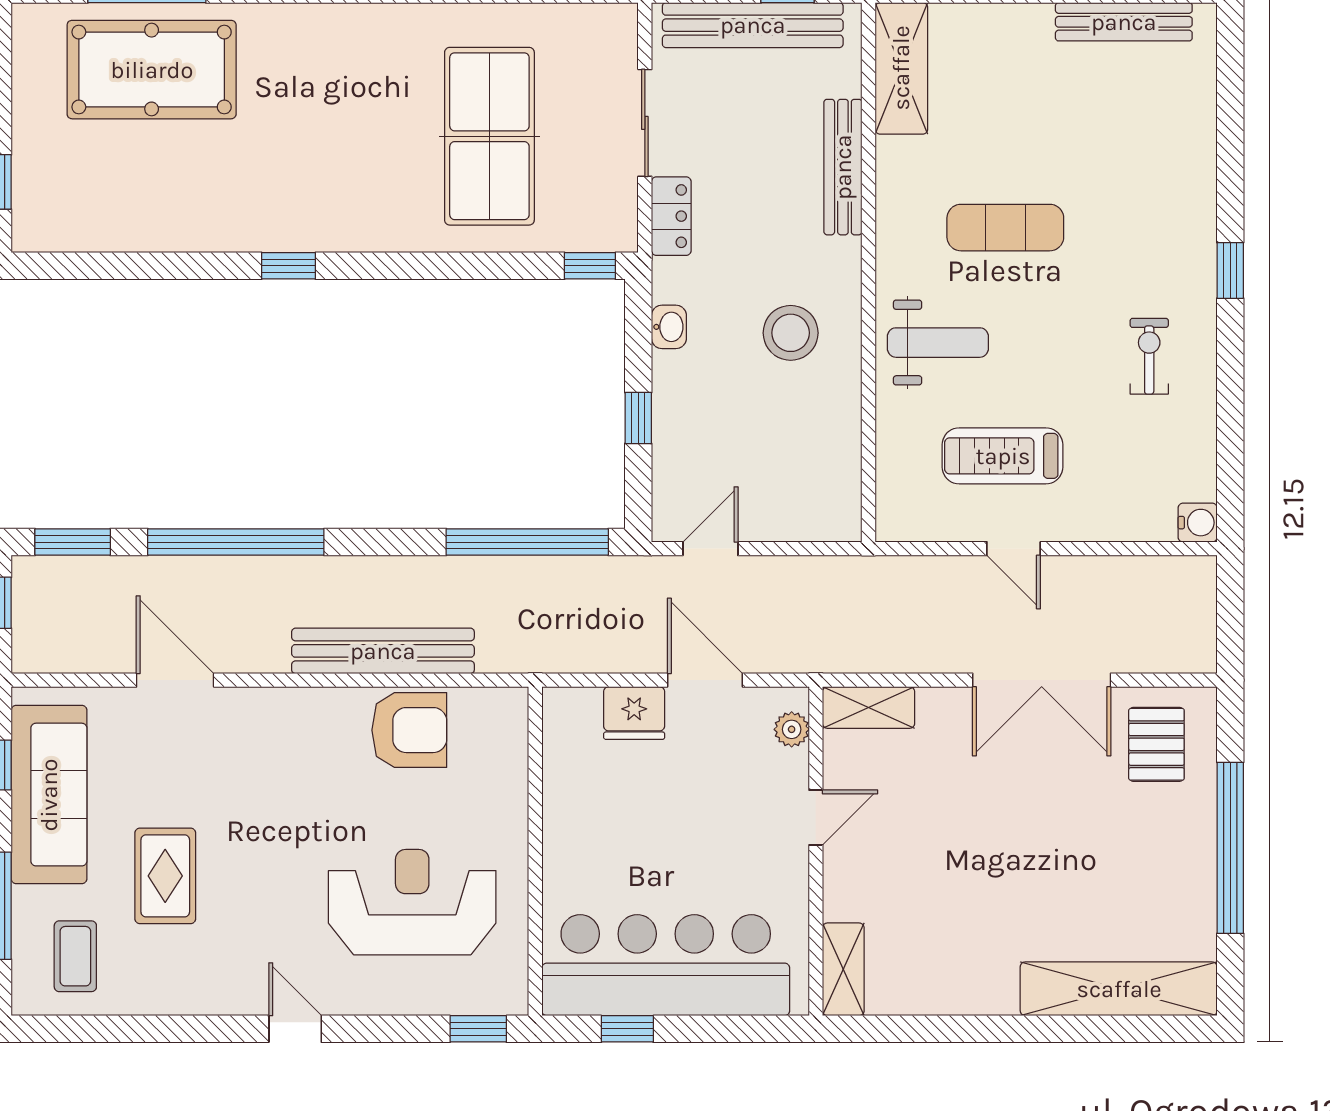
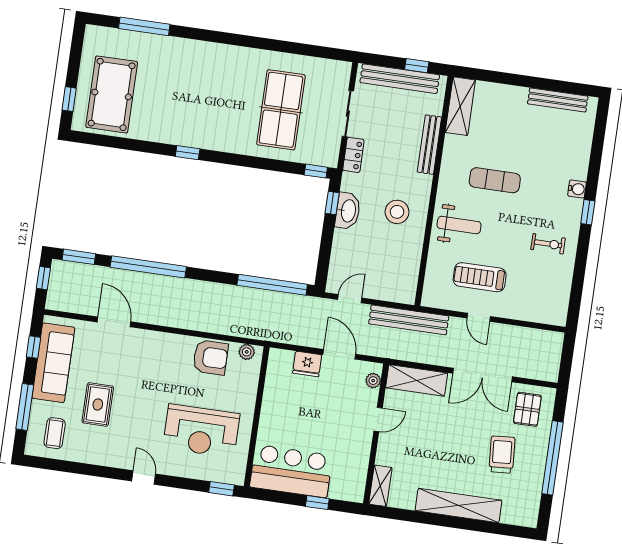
pool table: (152, 70) -> (112, 94), moved, turned 90
washbasin: (669, 327) -> (348, 211), width x1.91, depth x1.45
exercise bike: (1149, 356) -> (548, 244), turned 90
window: (638, 418) -> (332, 203), moved
water cooler: (1198, 523) -> (577, 189), moved
bench: (383, 651) -> (409, 320), moved
plant: (491, 705) -> (247, 352), added
shelving: (869, 708) -> (417, 380), width x1.50, depth x1.33
trolley: (1113, 857) -> (502, 455), added
reception desk: (412, 902) -> (201, 431), turned 180
bar counter: (666, 965) -> (291, 471), width x0.73
shelving: (1119, 989) -> (458, 505), moved
window: (627, 1029) -> (317, 503), moved

